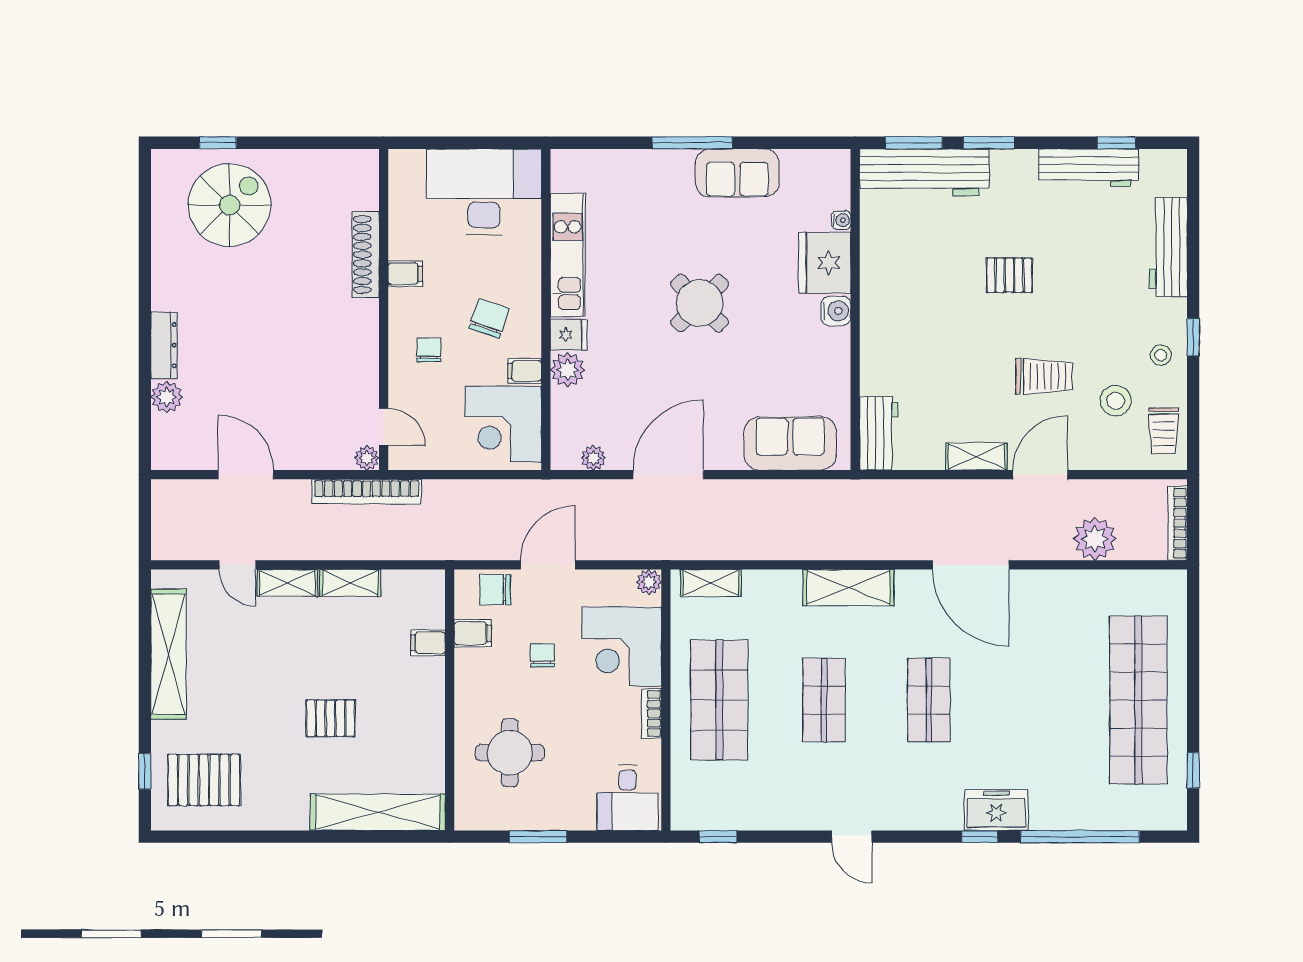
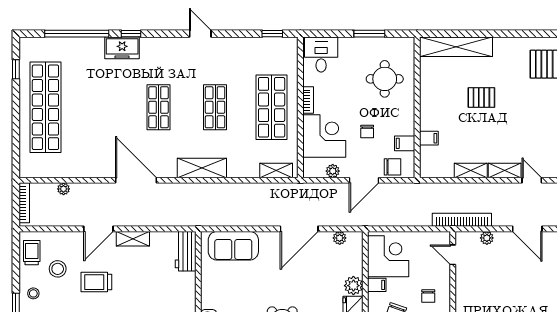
plant: (367, 458) -> (487, 238), moved
plant: (1095, 539) -> (63, 189), width x0.53, depth x0.53
plant: (649, 582) -> (333, 171), moved

